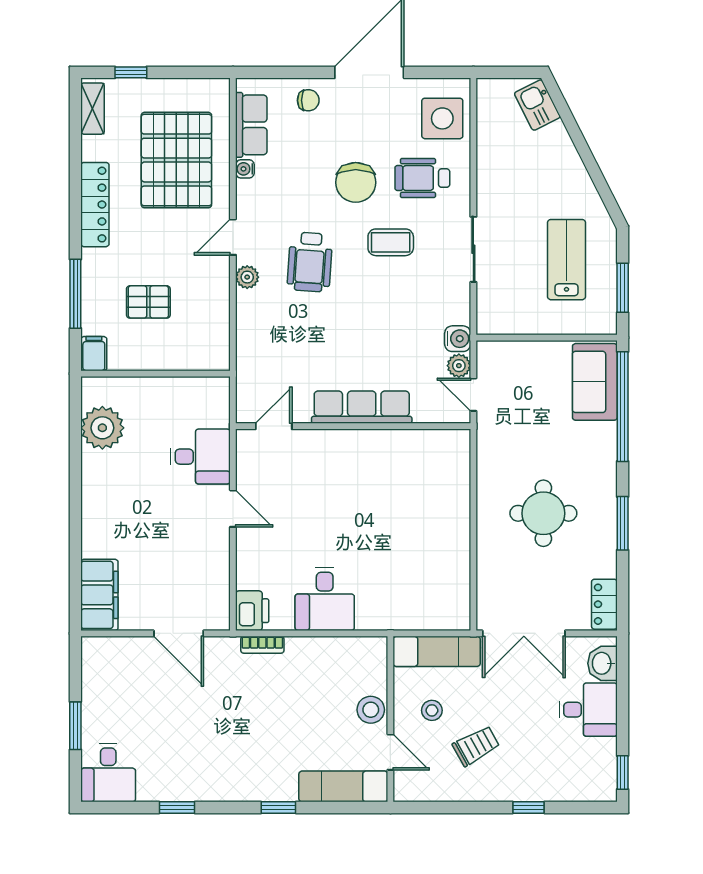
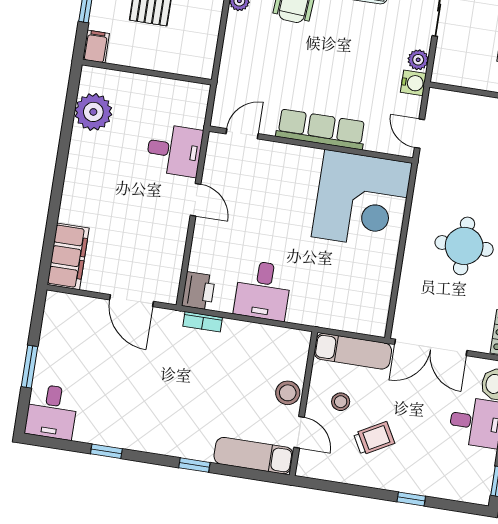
plant: (459, 366) -> (418, 60), moved
corner desk: (420, 479) -> (362, 200), added

